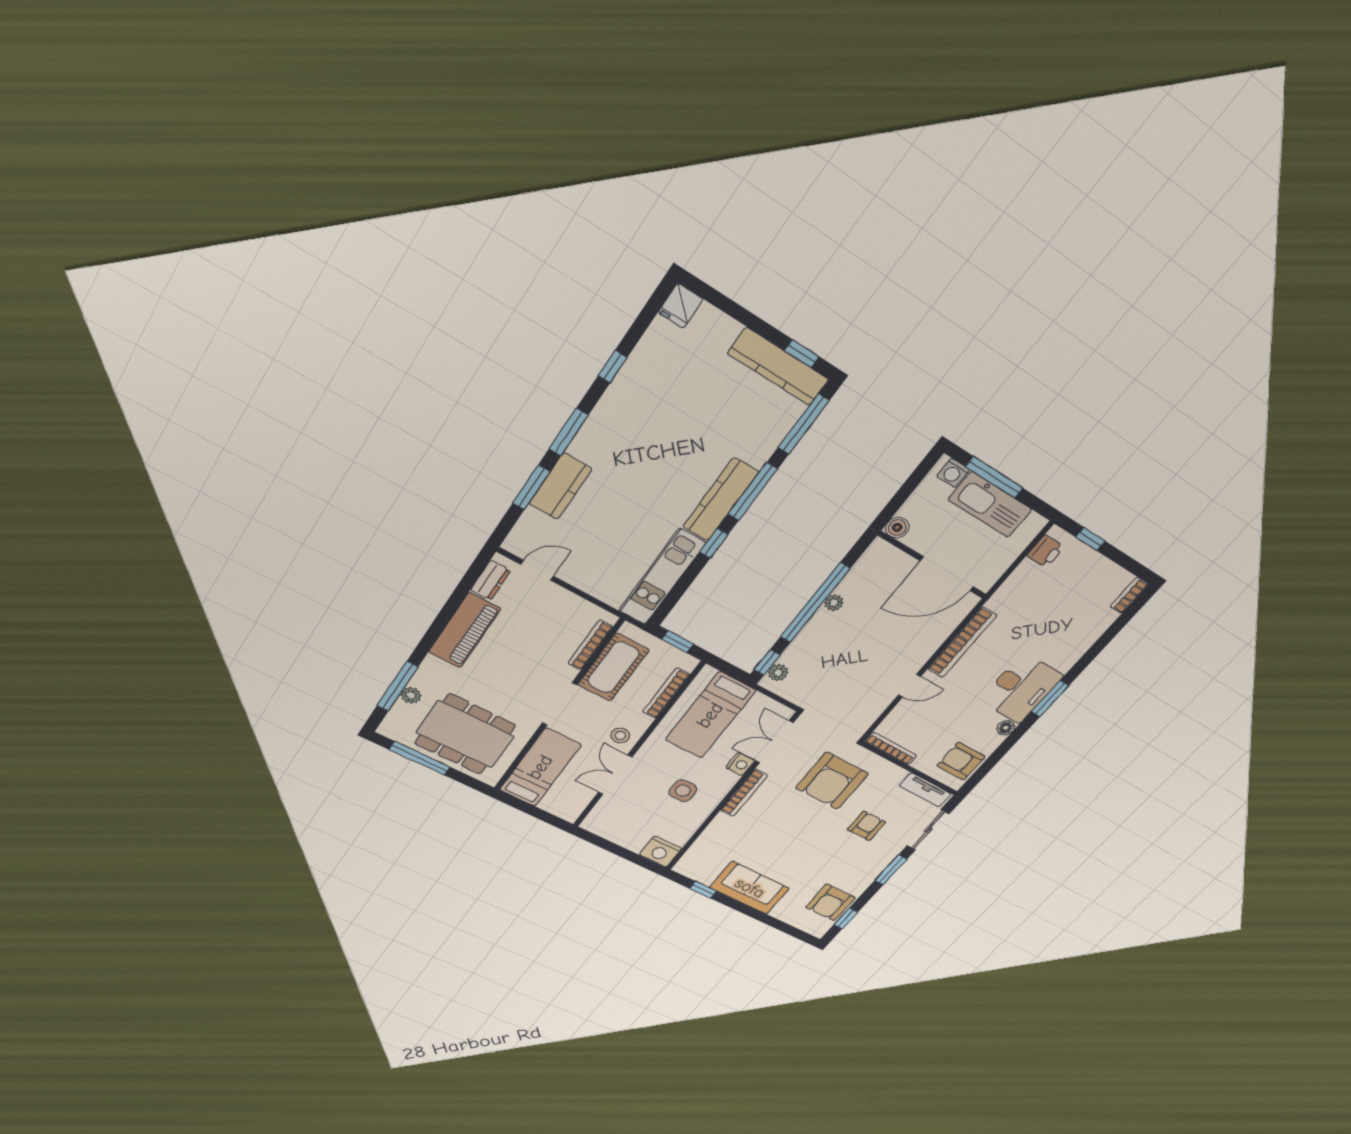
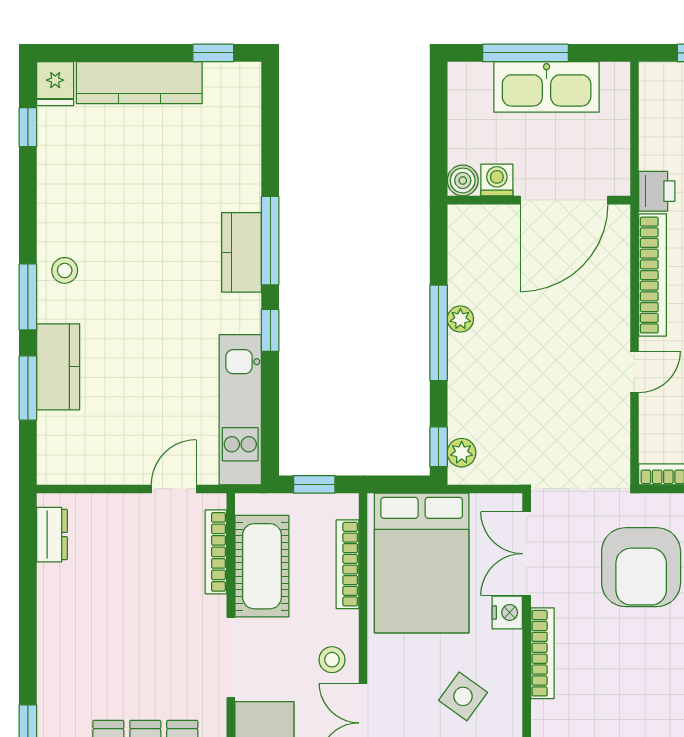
window: (613, 367) -> (28, 127), moved
kitchen counter: (778, 367) -> (139, 83), moved
window: (804, 424) -> (270, 128), removed
stool: (605, 430) -> (65, 270), added
washing machine: (953, 473) -> (497, 180), moved, turned 180
kitchen counter: (721, 499) -> (242, 252), width x0.67
printer: (1046, 551) -> (657, 191), moved
door: (537, 570) -> (174, 489), moved
window: (815, 603) -> (439, 333), width x0.68
piano: (465, 630) -> (61, 621), removed
bed: (710, 715) -> (422, 563), width x1.50
side table: (683, 791) -> (463, 696), turned 36

